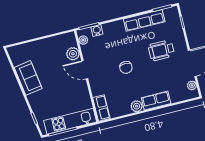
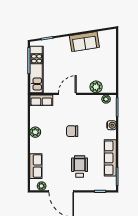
water cooler: (97, 31) -> (111, 125), moved
door: (85, 70) -> (67, 94), moved
row of seats: (156, 101) -> (36, 166), moved

